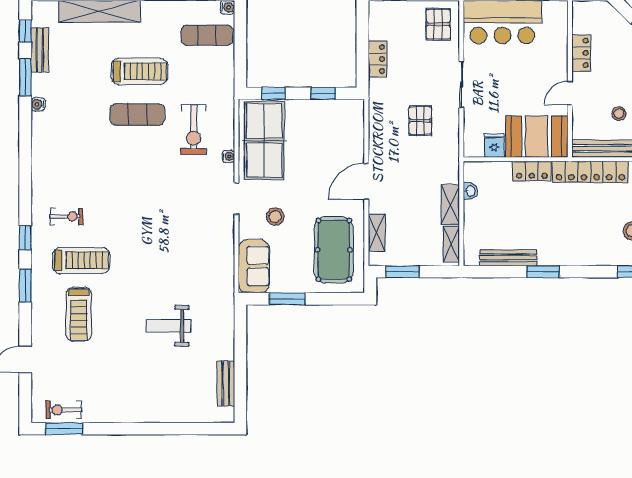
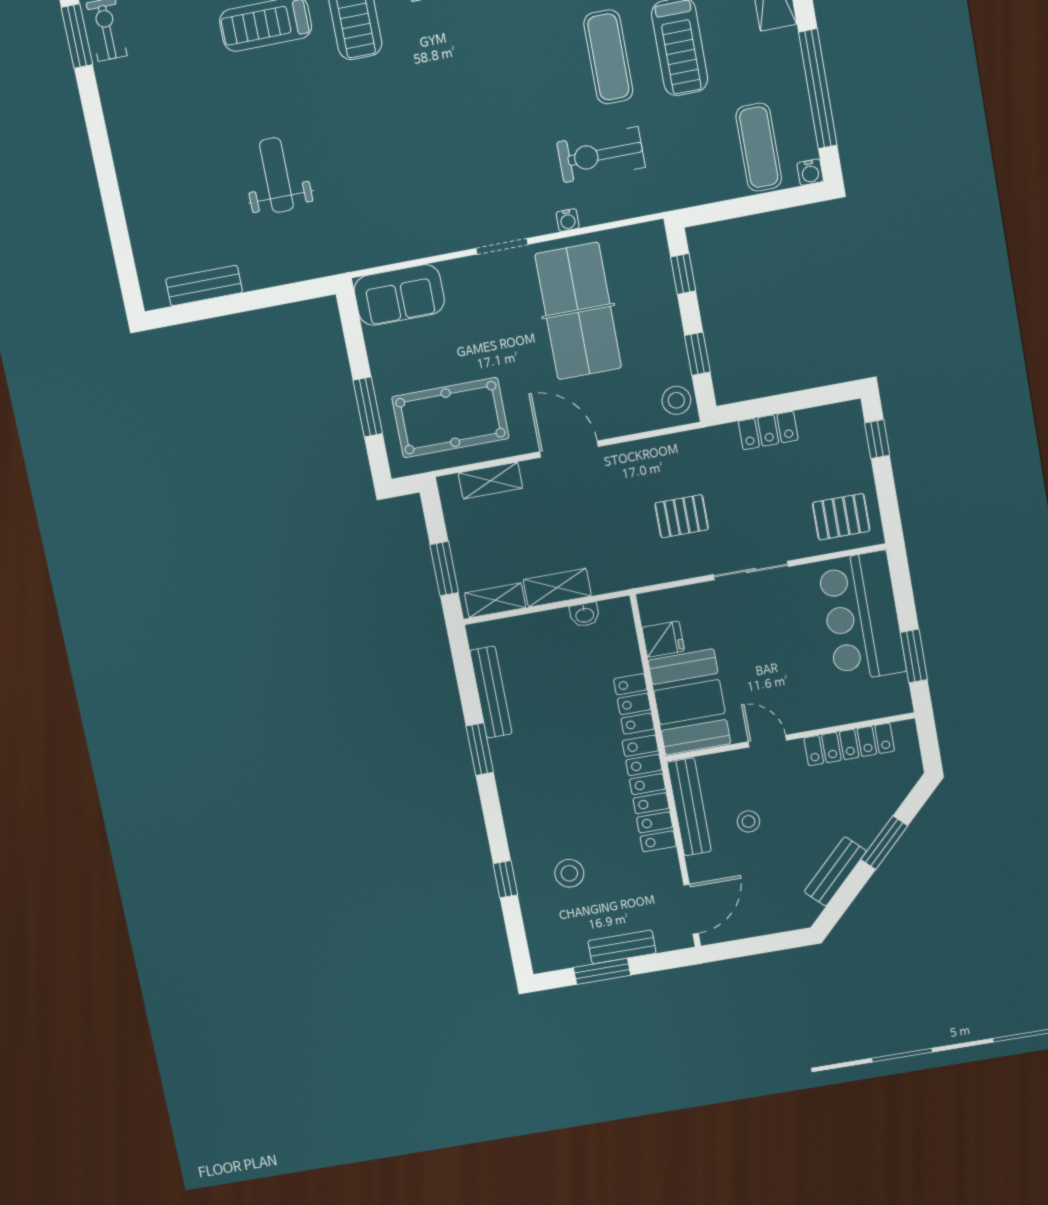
locker: (581, 53) -> (849, 744), width x1.53
table tennis table: (264, 141) -> (578, 311), moved, turned 90
stool: (275, 217) -> (676, 400), moved
window: (403, 272) -> (444, 569), moved
window: (287, 299) -> (368, 407), moved

